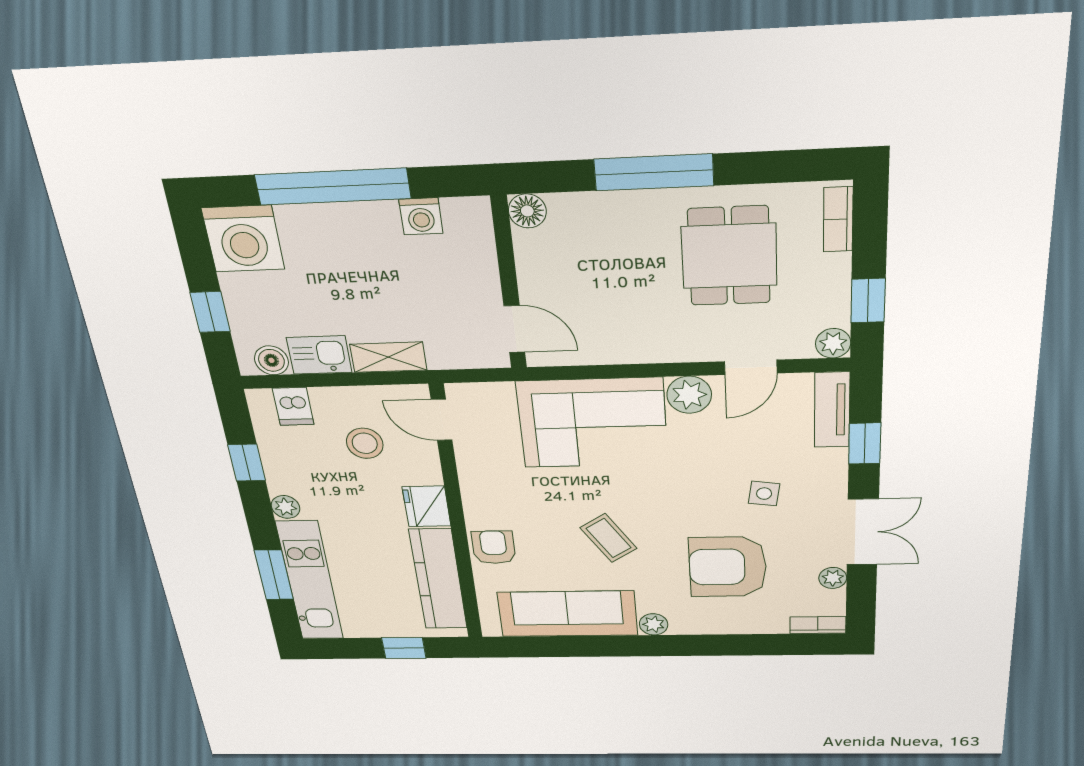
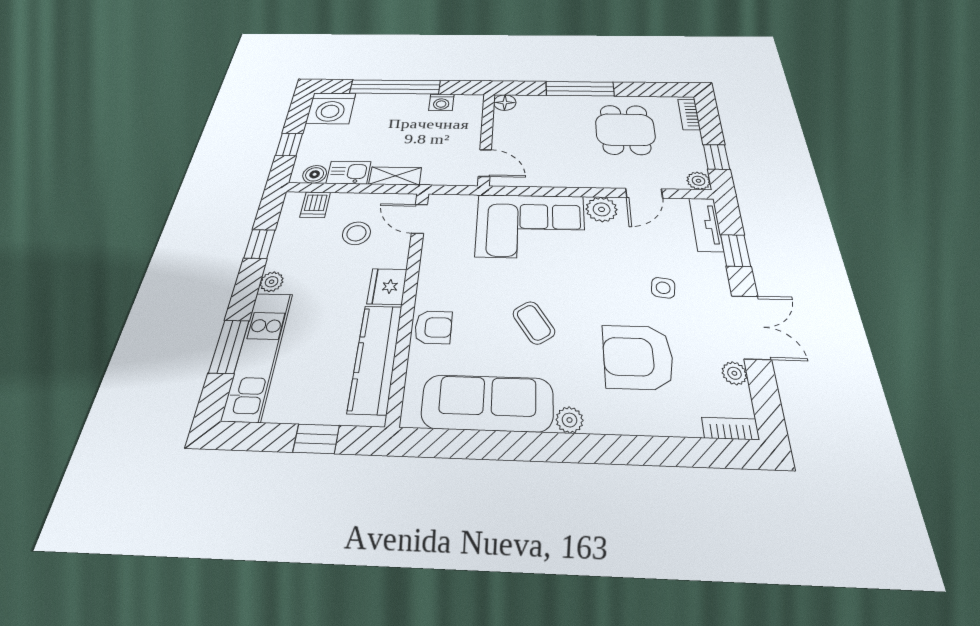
armchair: (494, 547) -> (433, 327), turned 90

